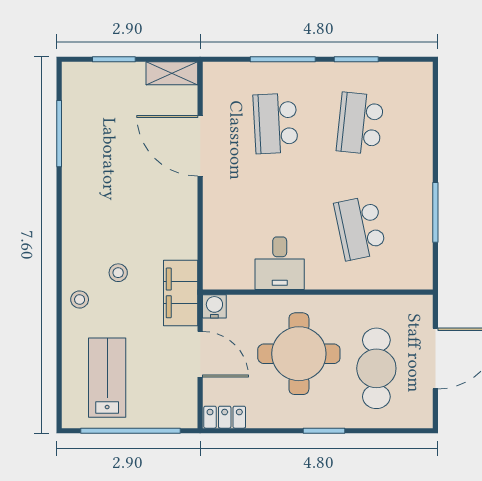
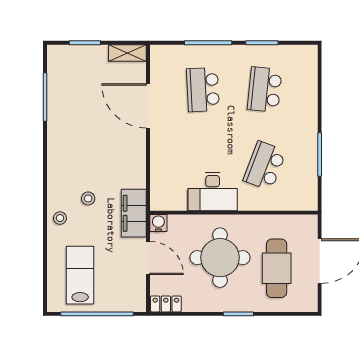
school desk: (360, 228) -> (265, 166), turned 33
desk: (280, 263) -> (213, 192), width x1.37

